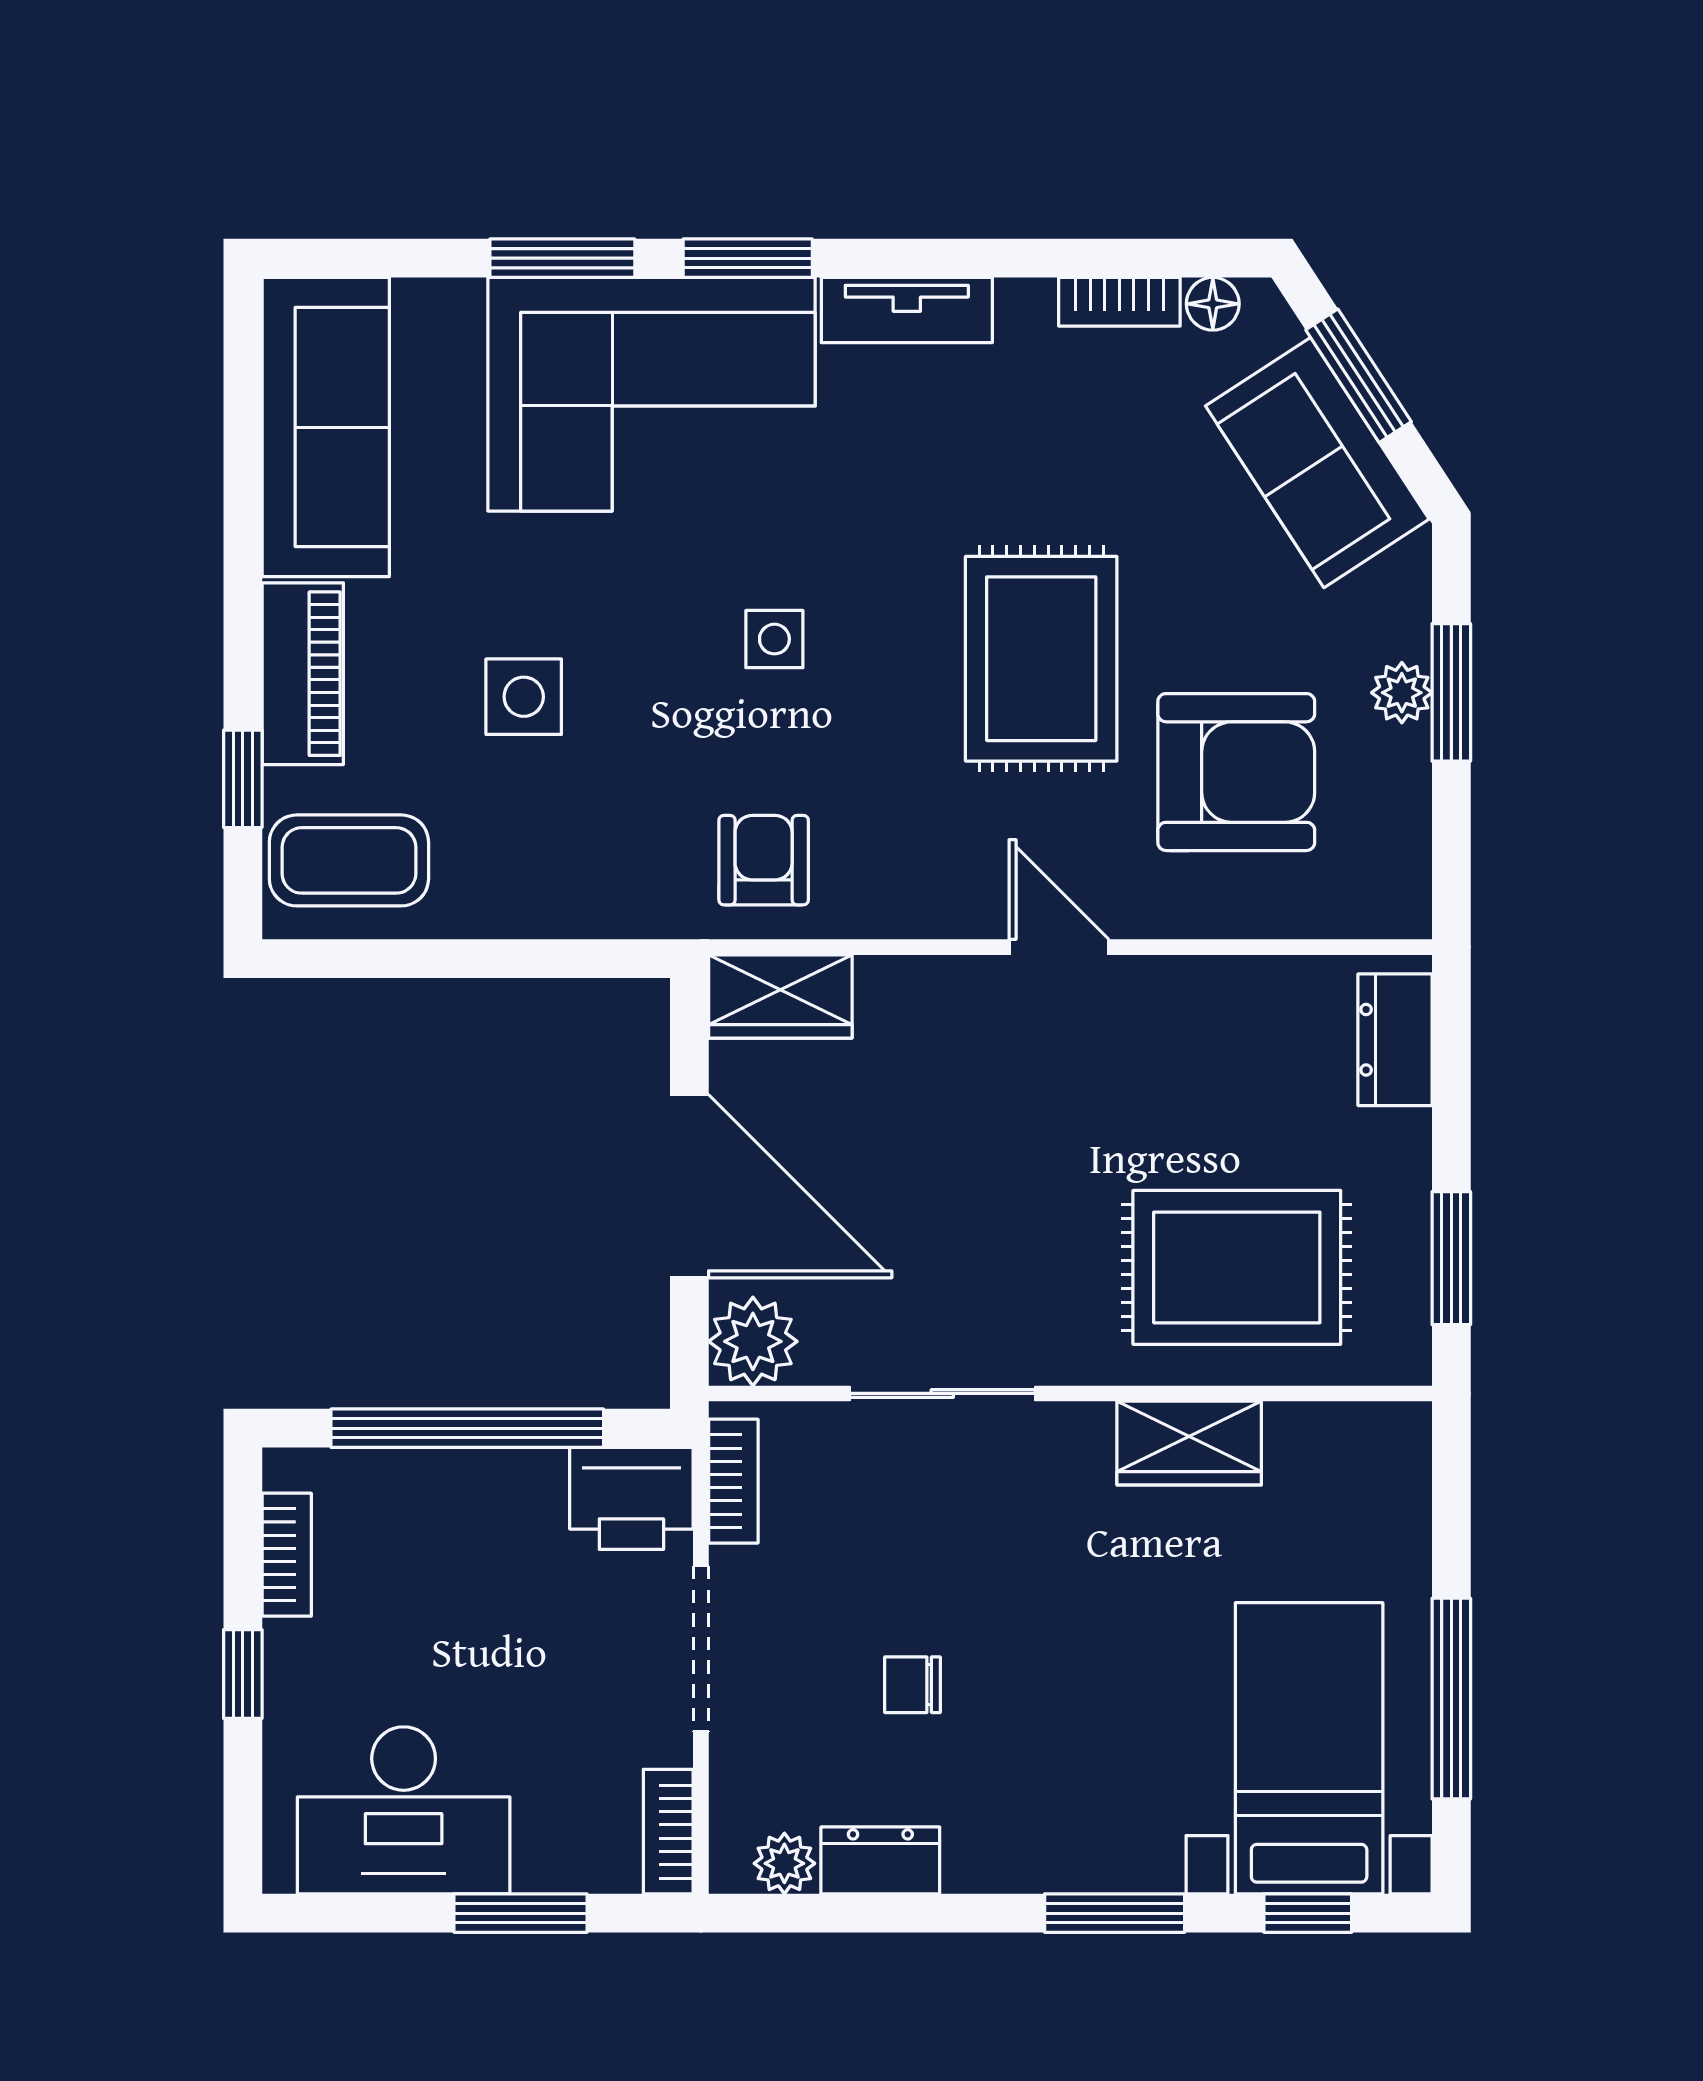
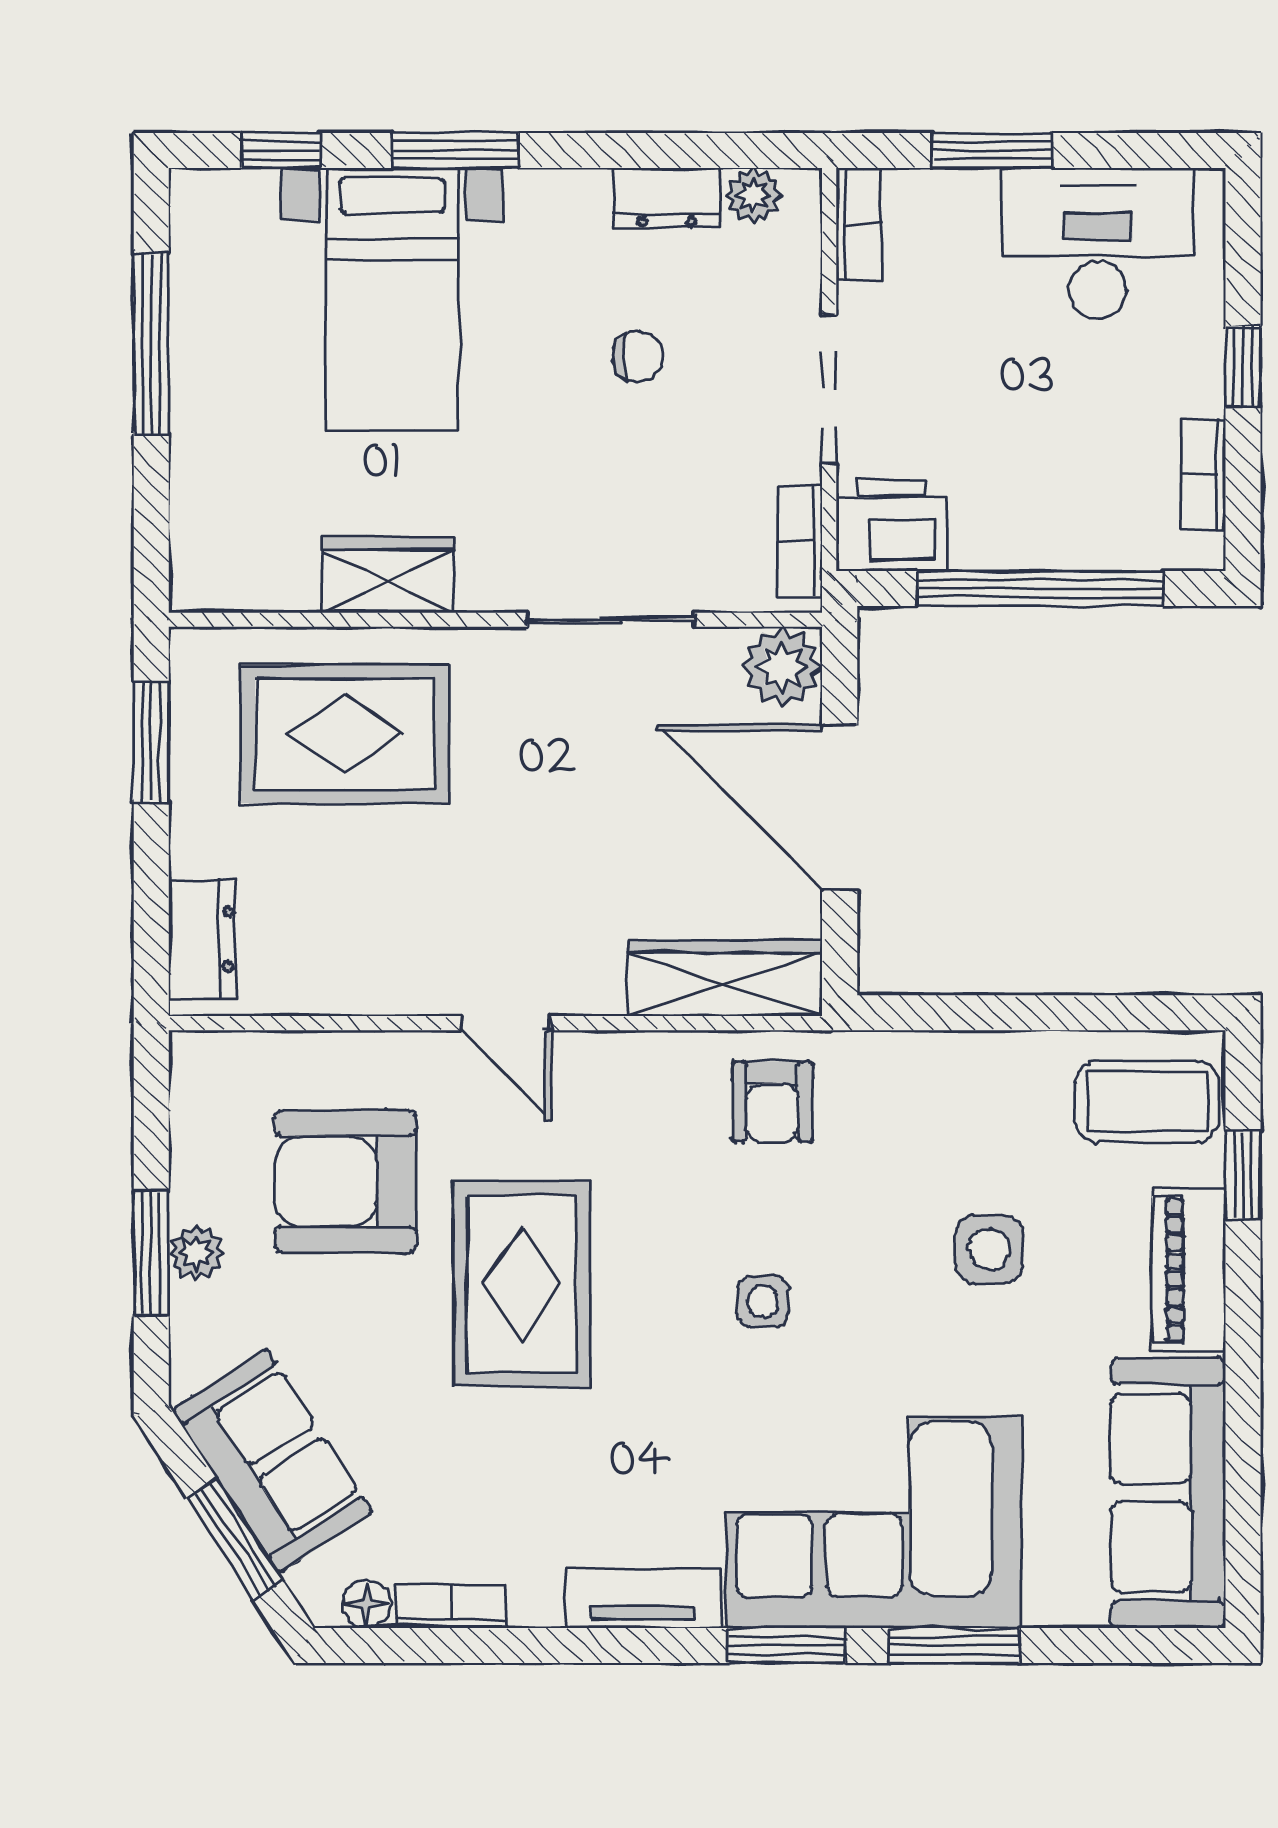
wardrobe: (780, 996) -> (725, 979), width x1.50
bed with nightstands: (1309, 1748) -> (392, 299), moved

